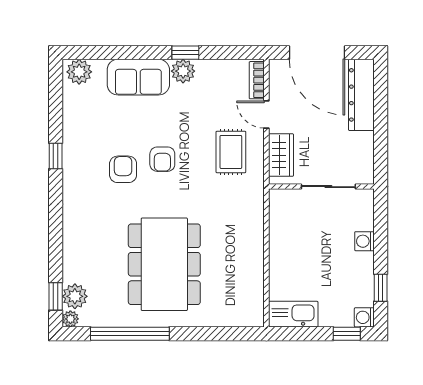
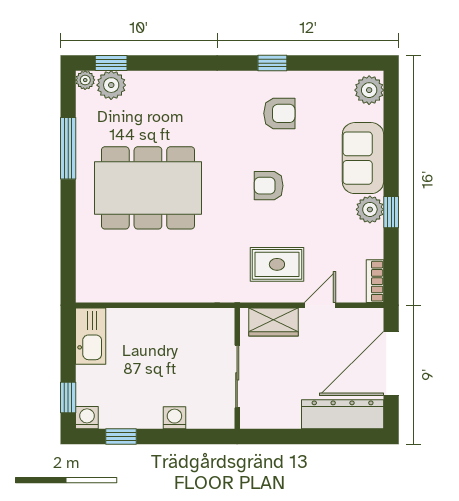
bookcase: (257, 80) -> (375, 281), moved, turned -90
armchair: (123, 169) -> (279, 113), moved
window: (130, 334) -> (68, 148), width x0.68

